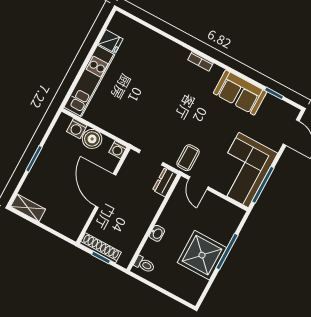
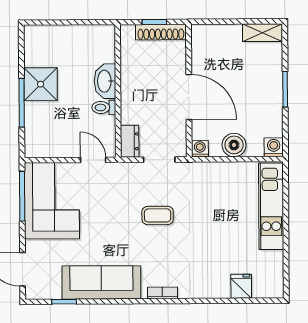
fridge: (111, 41) -> (241, 286), moved, turned 90
sofa: (240, 93) -> (101, 282), width x1.36
washing machine: (77, 128) -> (274, 147), moved
coffee table: (188, 158) -> (158, 215), moved, turned 90
washbasin: (157, 233) -> (105, 81), width x1.91, depth x1.45
shower: (202, 255) -> (41, 84), width x0.73, depth x0.73
toilet: (144, 264) -> (104, 107), moved

